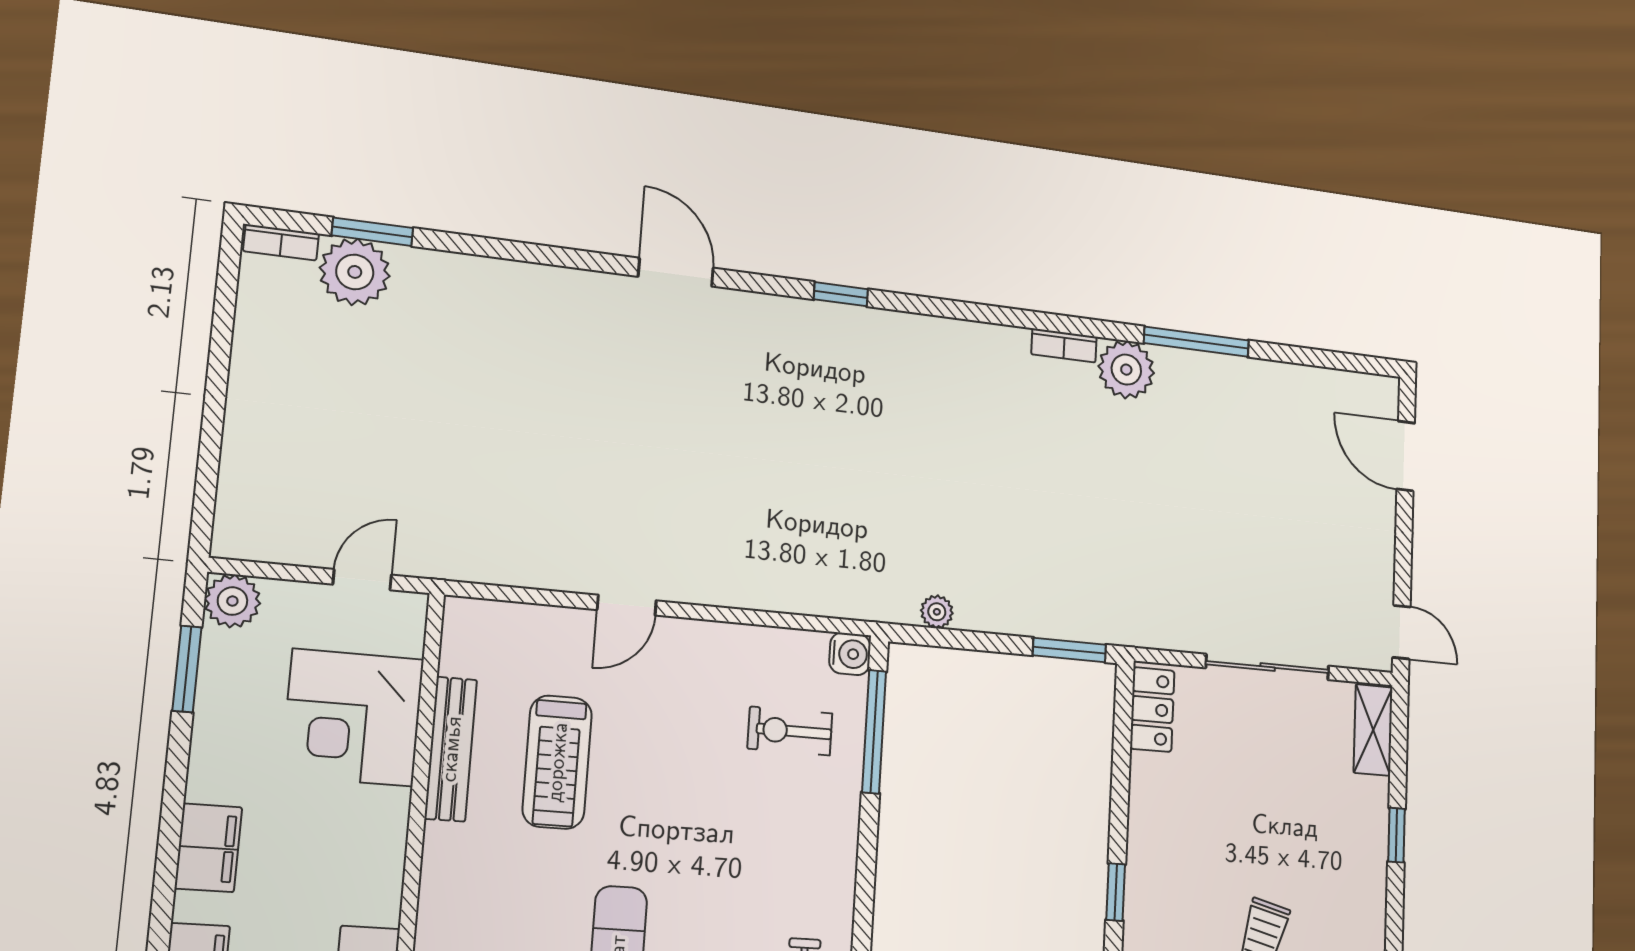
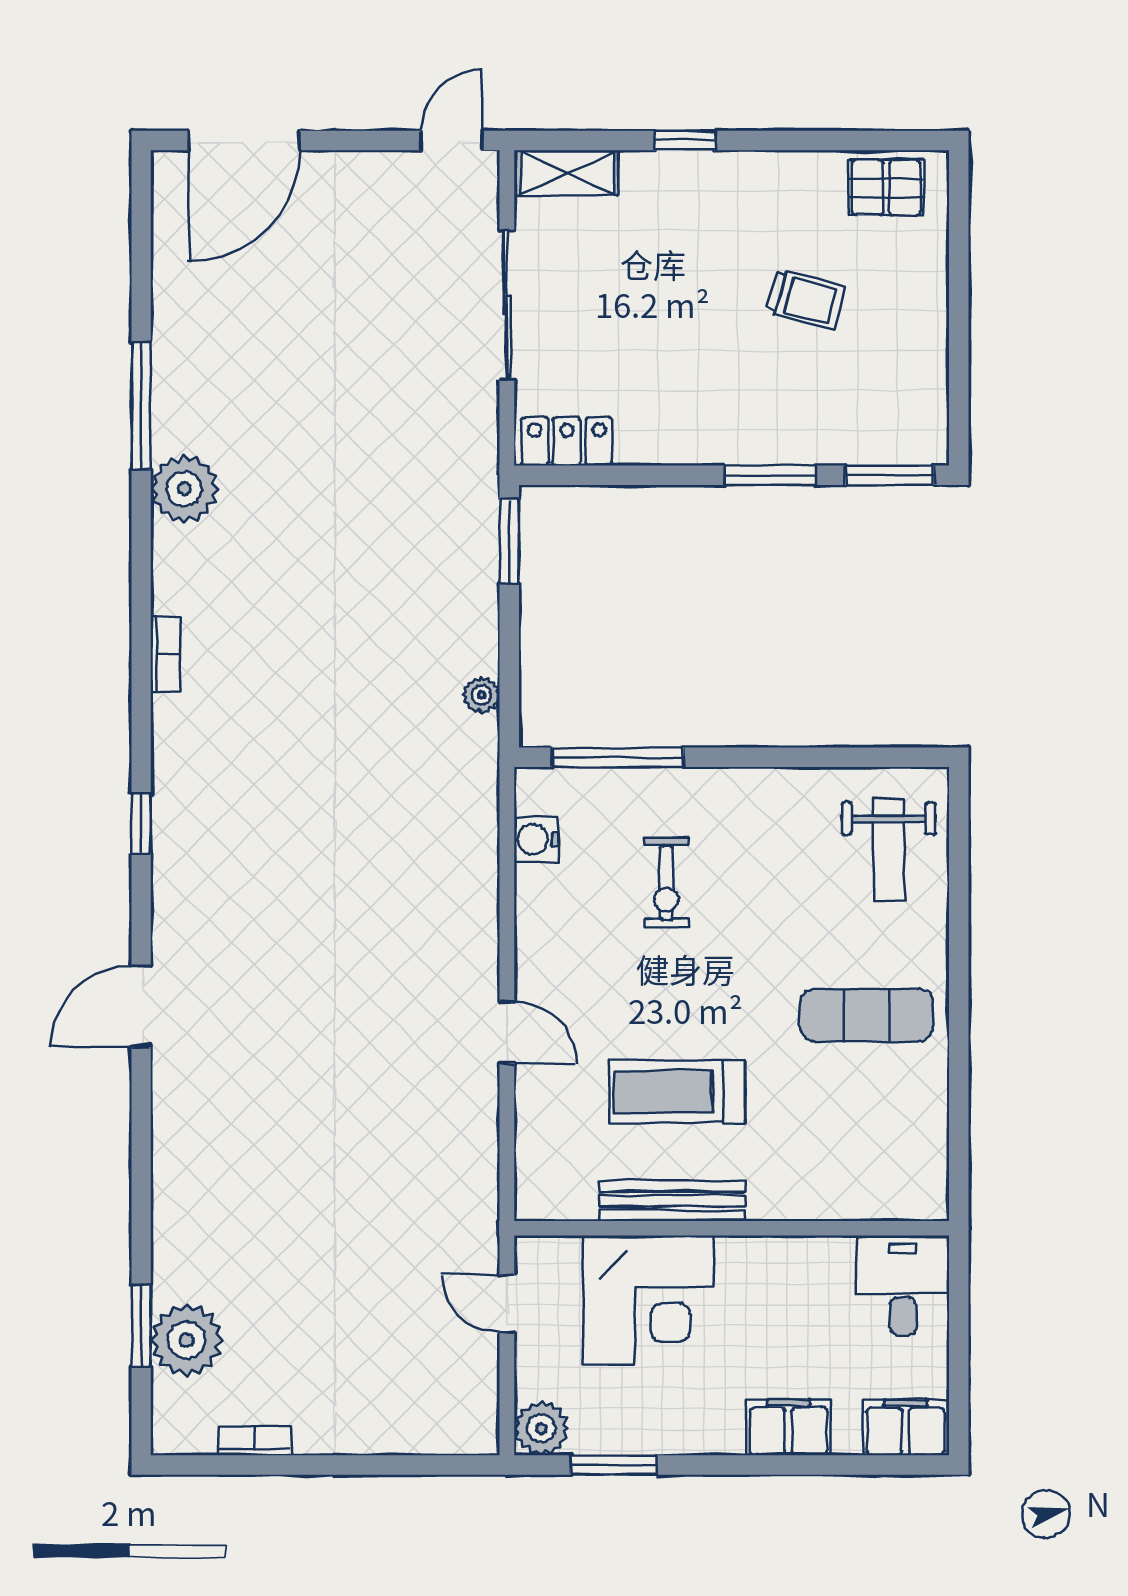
bookcase: (281, 242) -> (255, 1441), moved, turned -90
bookcase: (1064, 345) -> (166, 654), moved
door: (1406, 456) -> (244, 141), width x1.36
water cooler: (850, 654) -> (536, 839), moved, turned -90
exercise bike: (790, 731) -> (666, 883), moved
treadmill: (557, 762) -> (677, 1092), turned 180
window: (1116, 892) -> (771, 475), width x1.50

